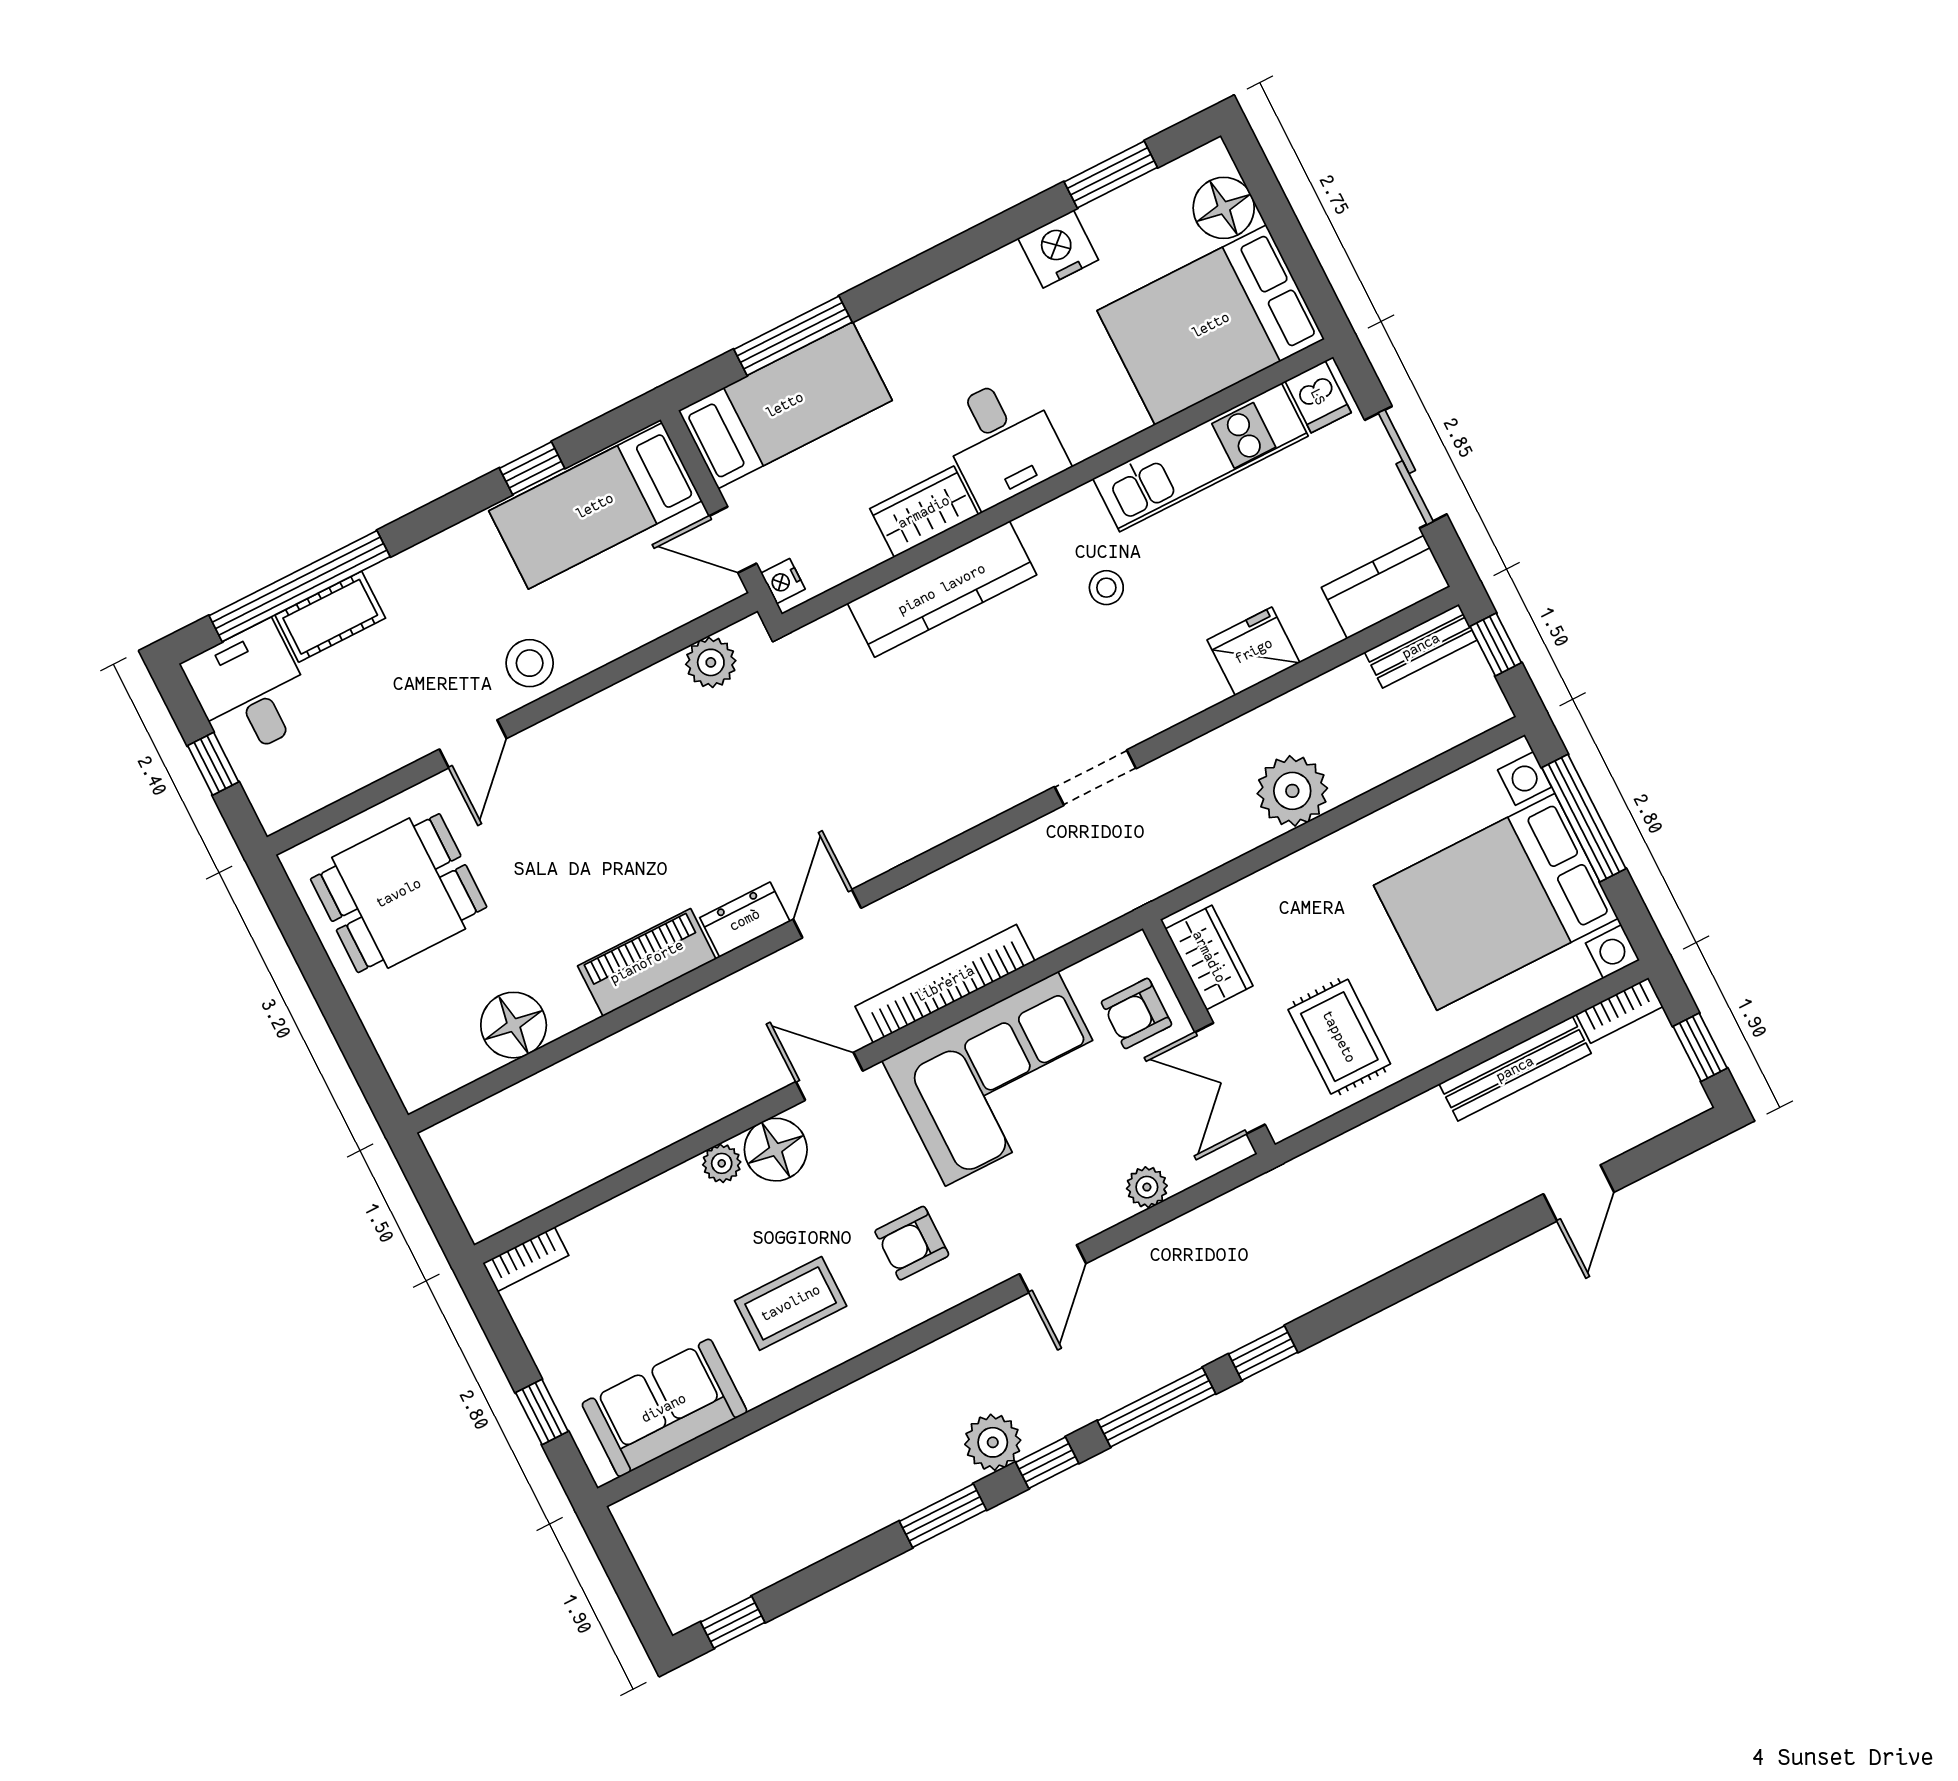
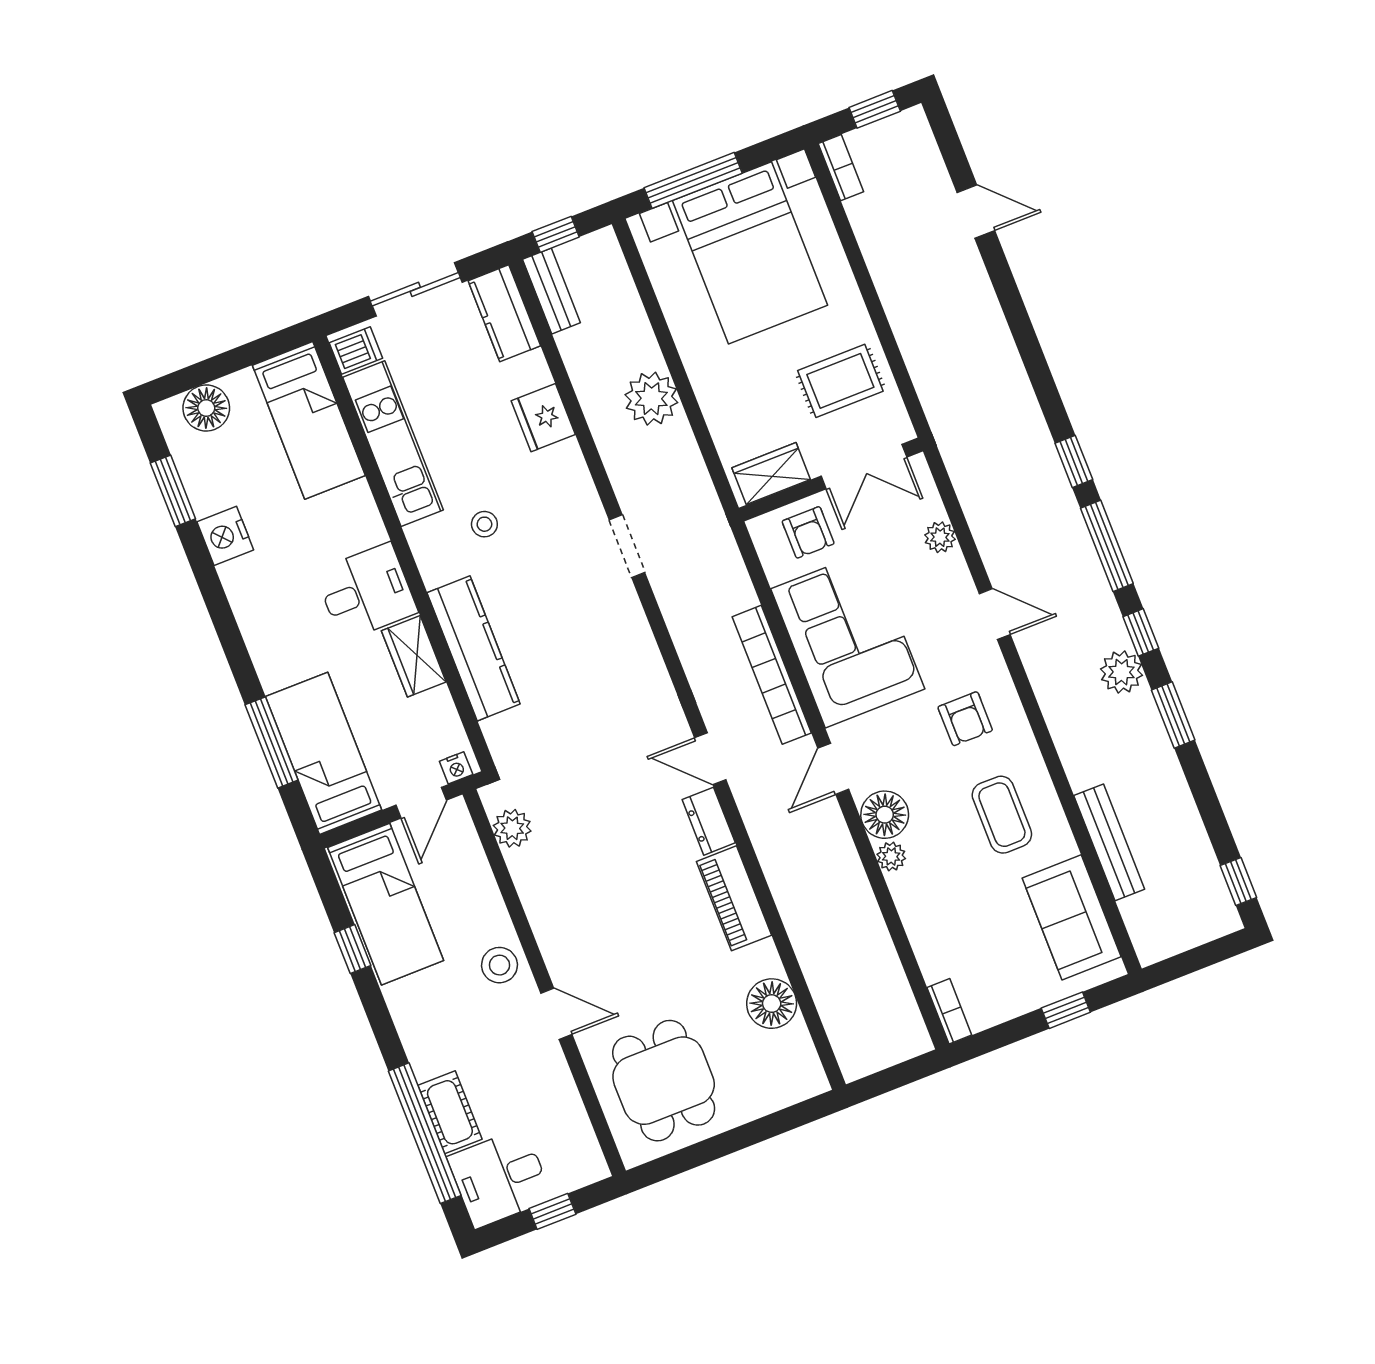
bed: (1211, 325) -> (309, 420), width x0.67
bench: (1515, 1069) -> (1109, 842), moved

